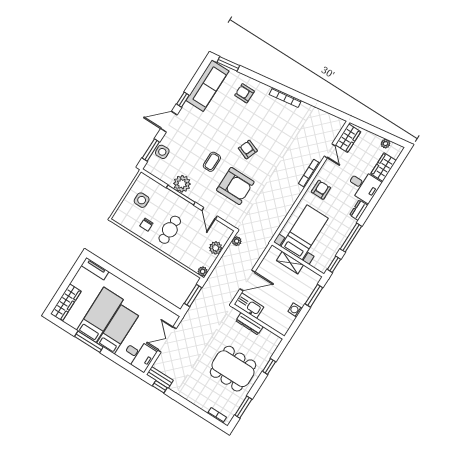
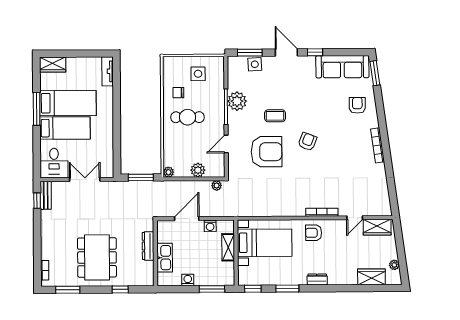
armchair: (235, 186) -> (266, 152), turned -90
desk: (363, 186) -> (342, 270), removed
armchair: (321, 190) -> (314, 233), turned 180
window: (351, 238) -> (287, 289), width x0.69
washing machine: (265, 266) -> (210, 226), added
door: (247, 280) -> (187, 219), swing flipped
wardrobe: (66, 302) -> (53, 65), width x0.67
kitchen sink: (249, 306) -> (165, 258), moved

